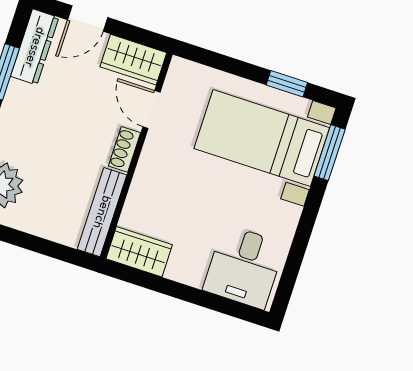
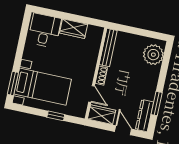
door: (88, 19) -> (123, 130), hinge flipped
window: (287, 84) -> (56, 116), moved
wardrobe: (139, 252) -> (74, 29), moved

